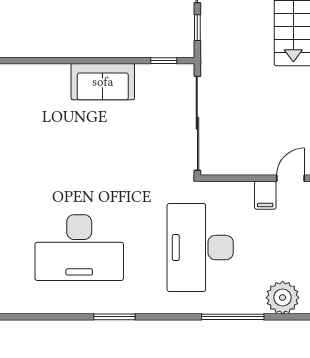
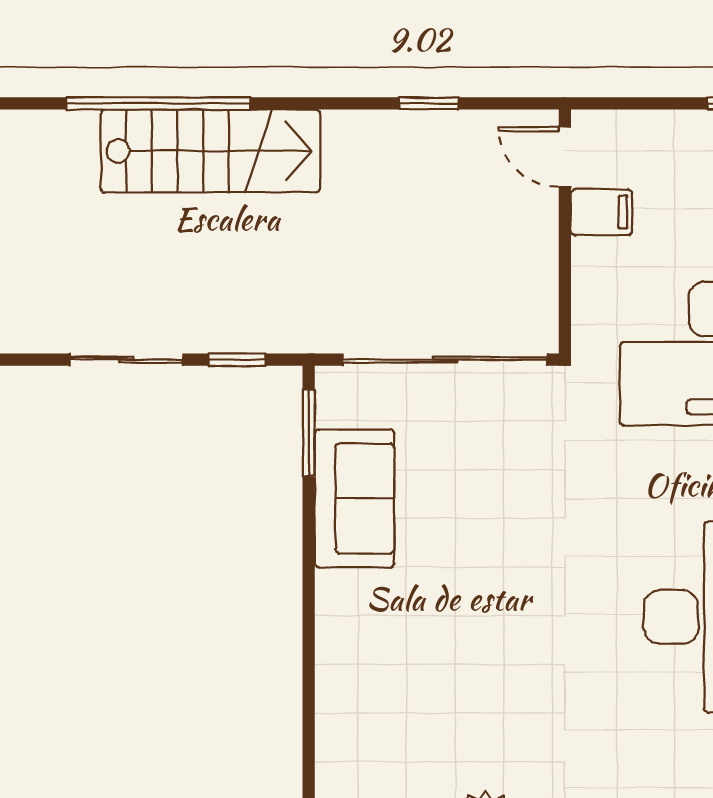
window: (164, 61) -> (309, 433), width x1.50
sofa: (103, 82) -> (355, 498), moved

